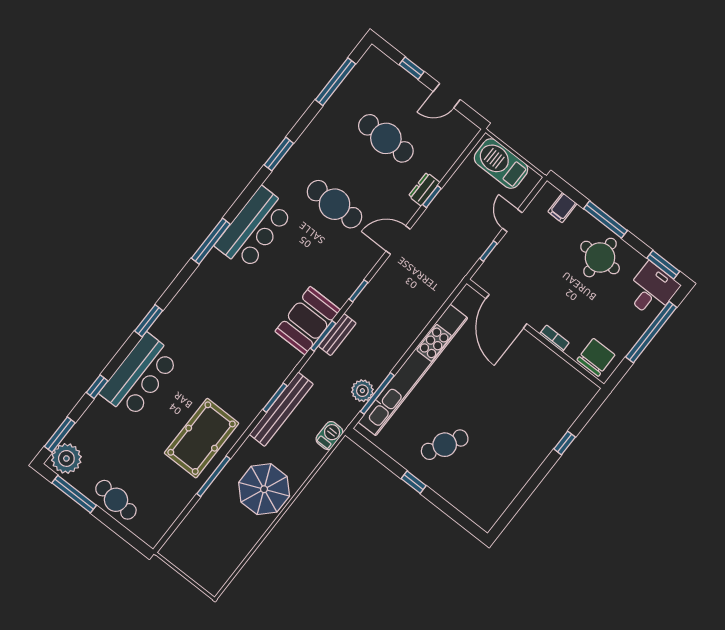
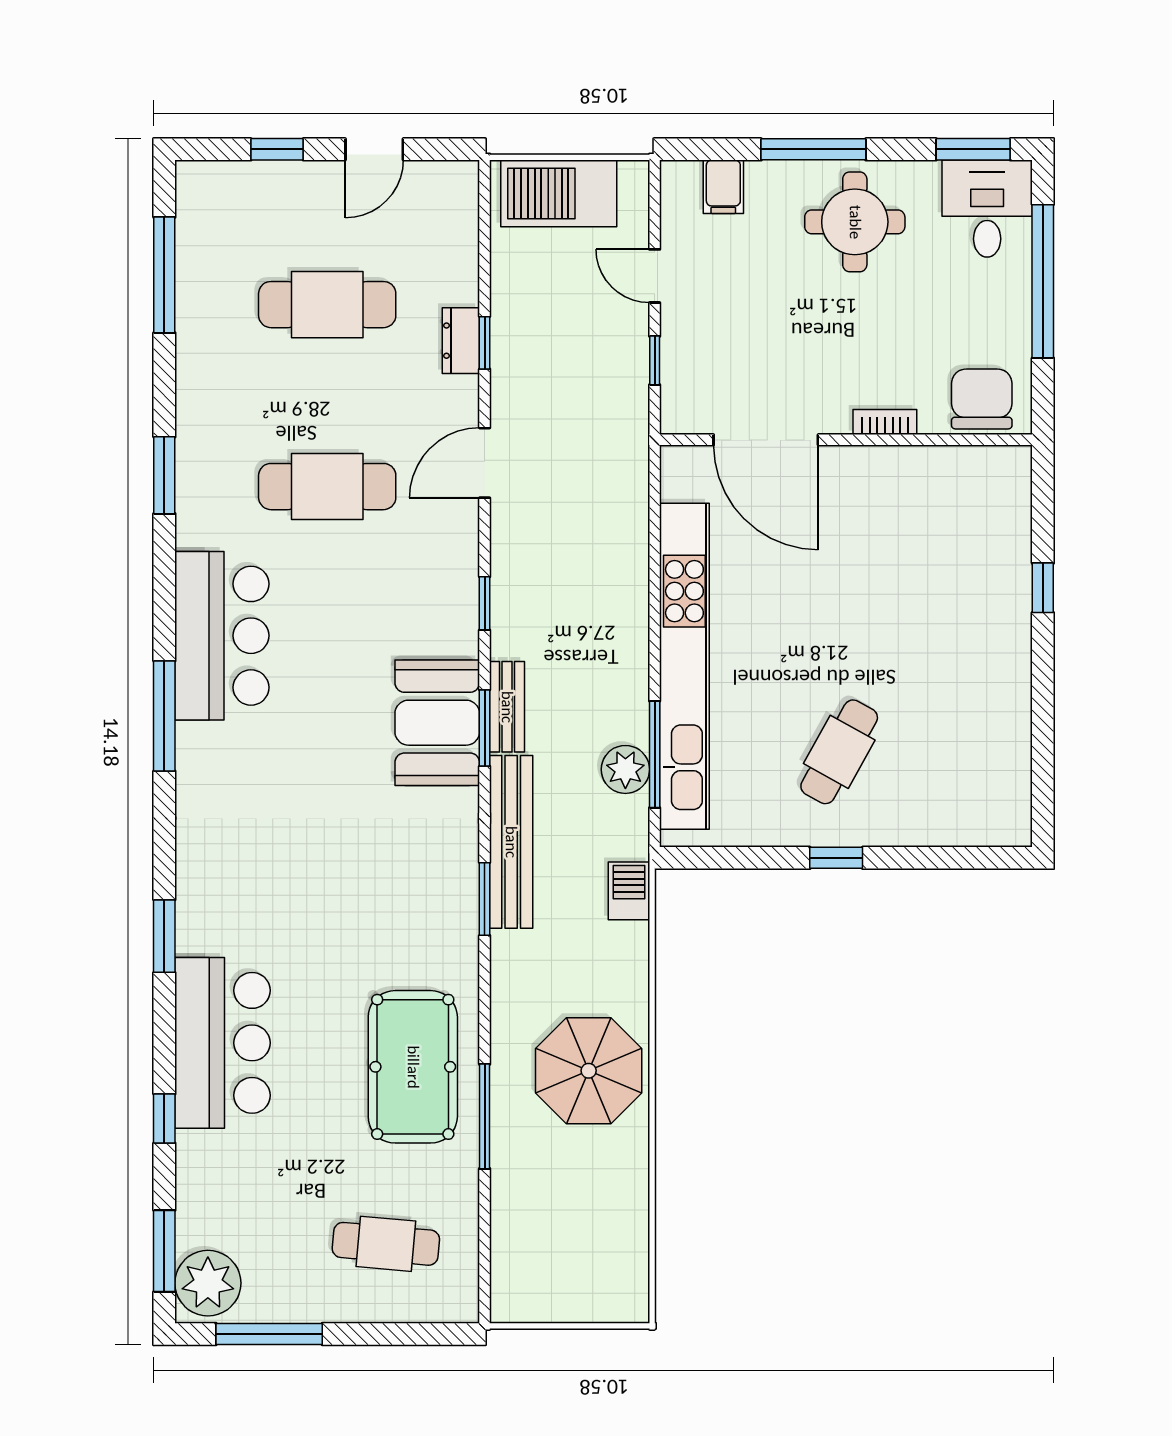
bench: (281, 409) -> (511, 842), moved
cafe table: (116, 500) -> (386, 1244), moved

